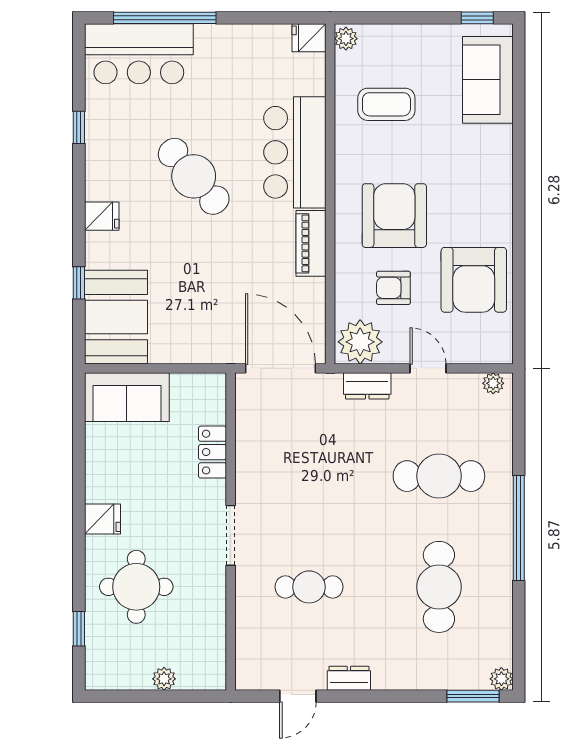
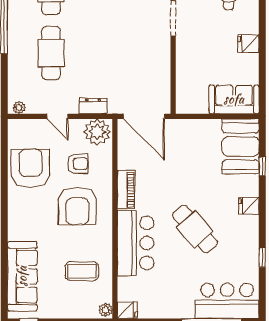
sofa: (488, 80) -> (22, 276), width x1.36
locker: (213, 452) -> (184, 67), removed
cafe table: (439, 476) -> (51, 53), turned 90
fridge: (102, 519) -> (248, 44), moved

